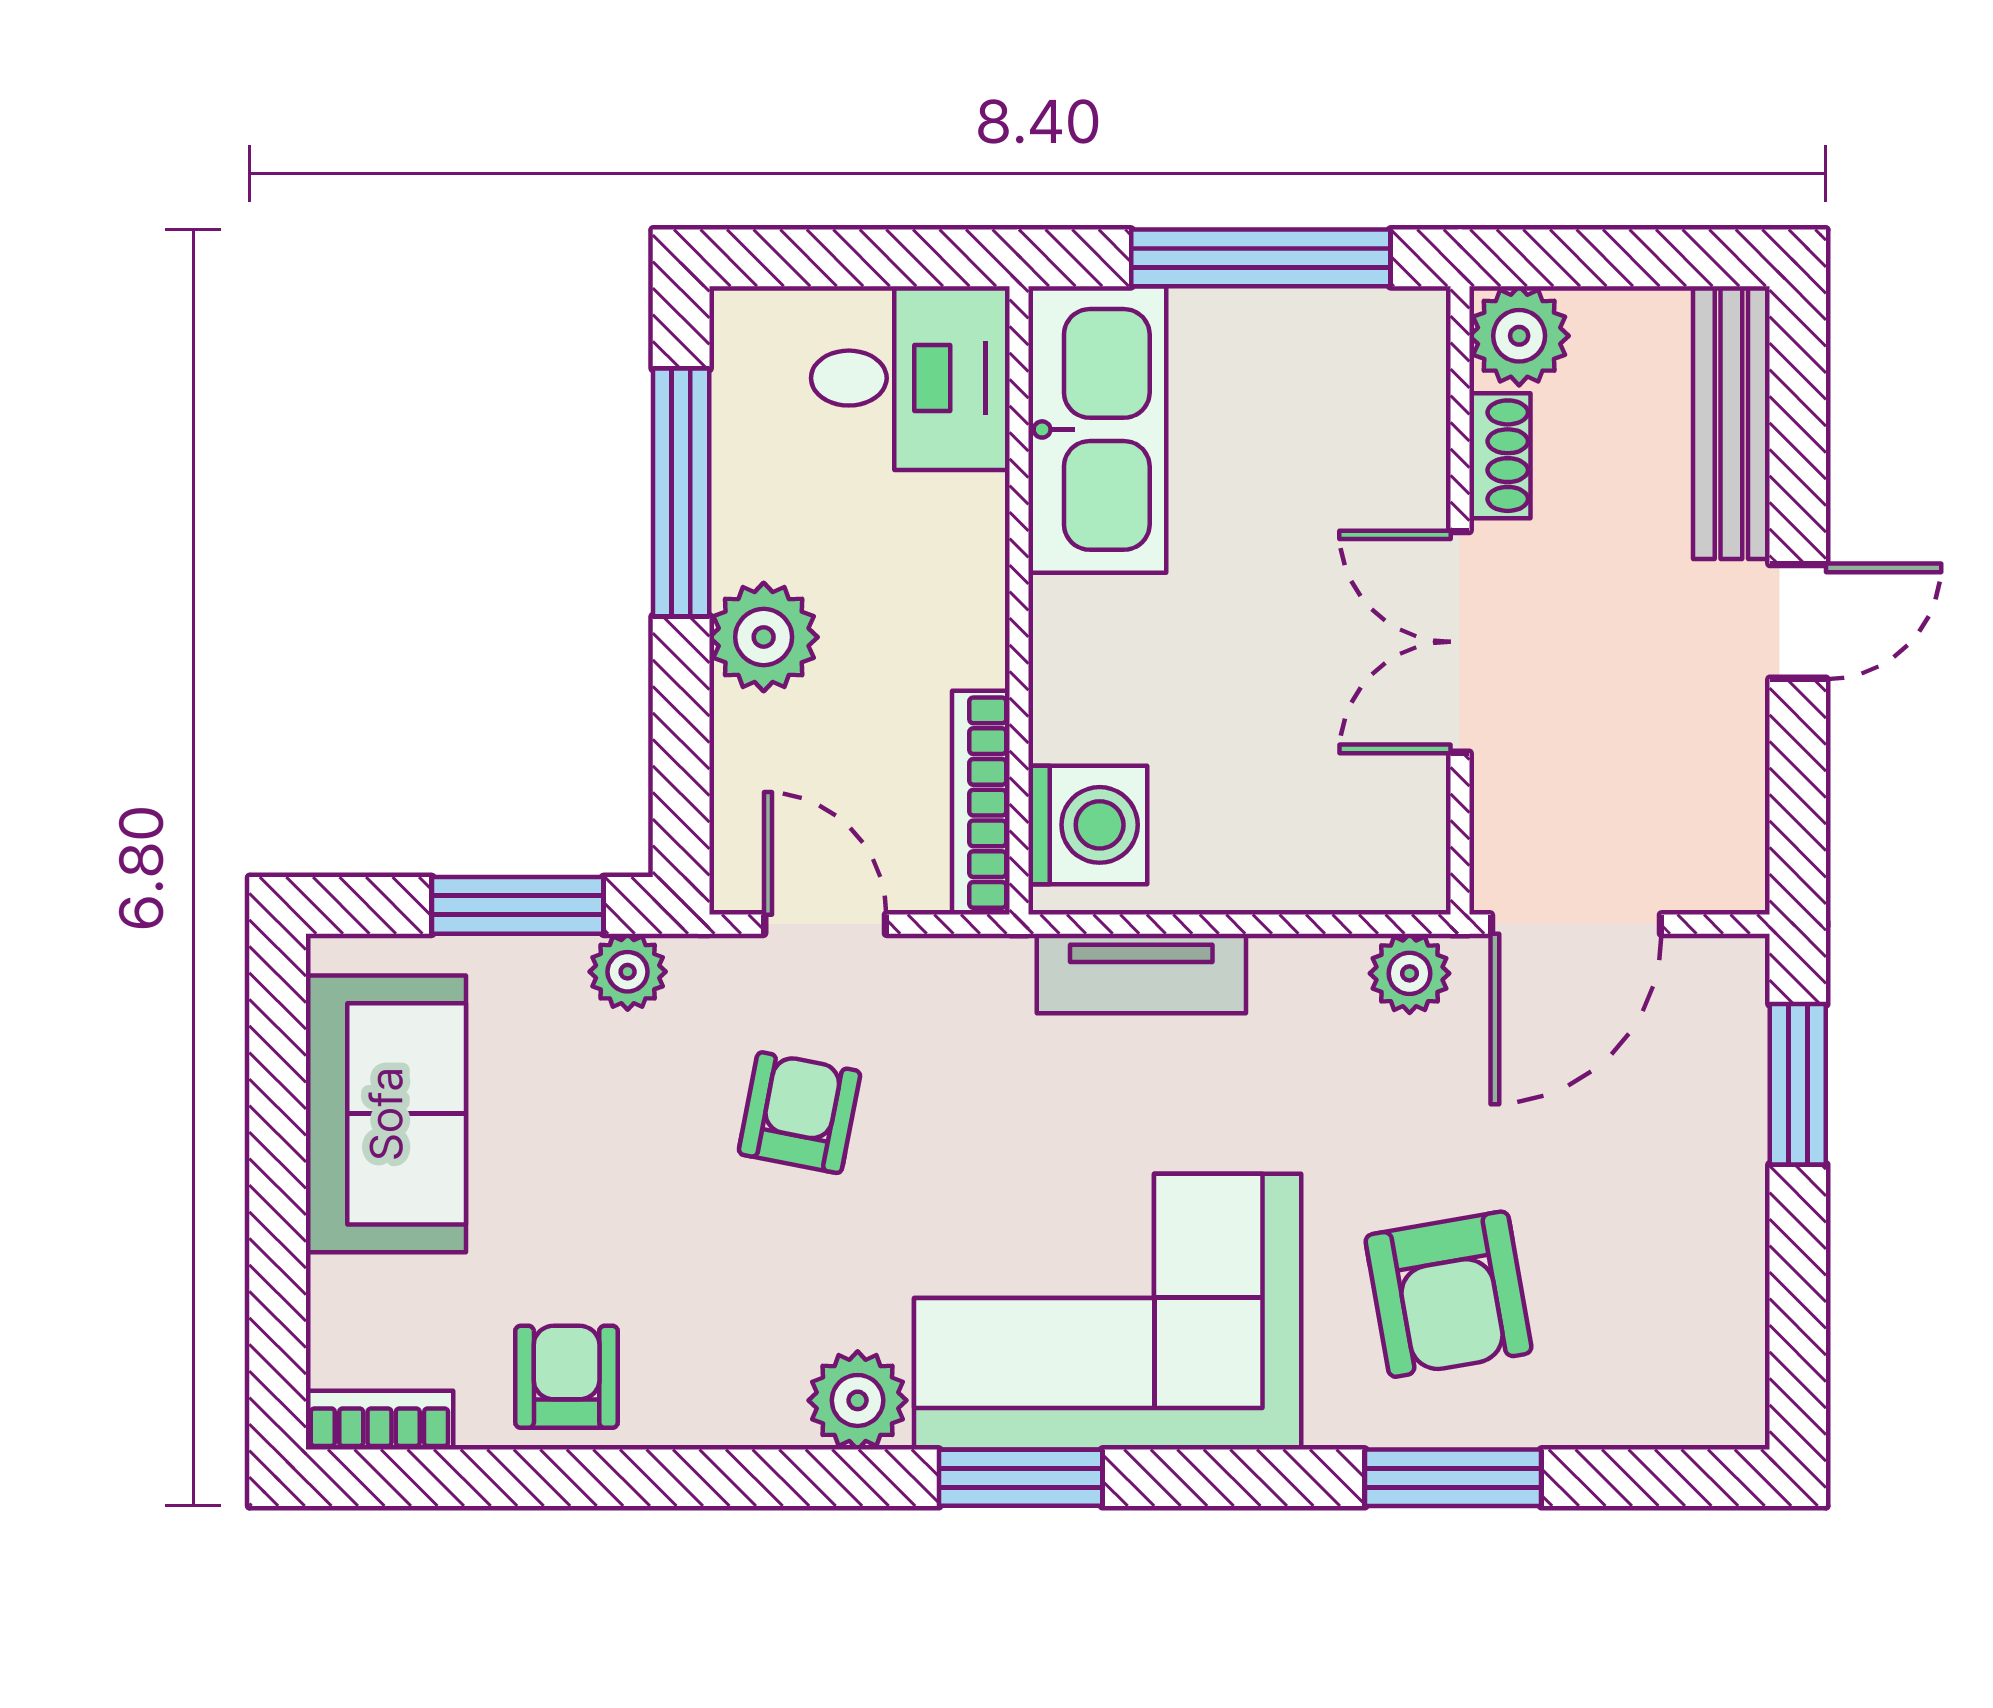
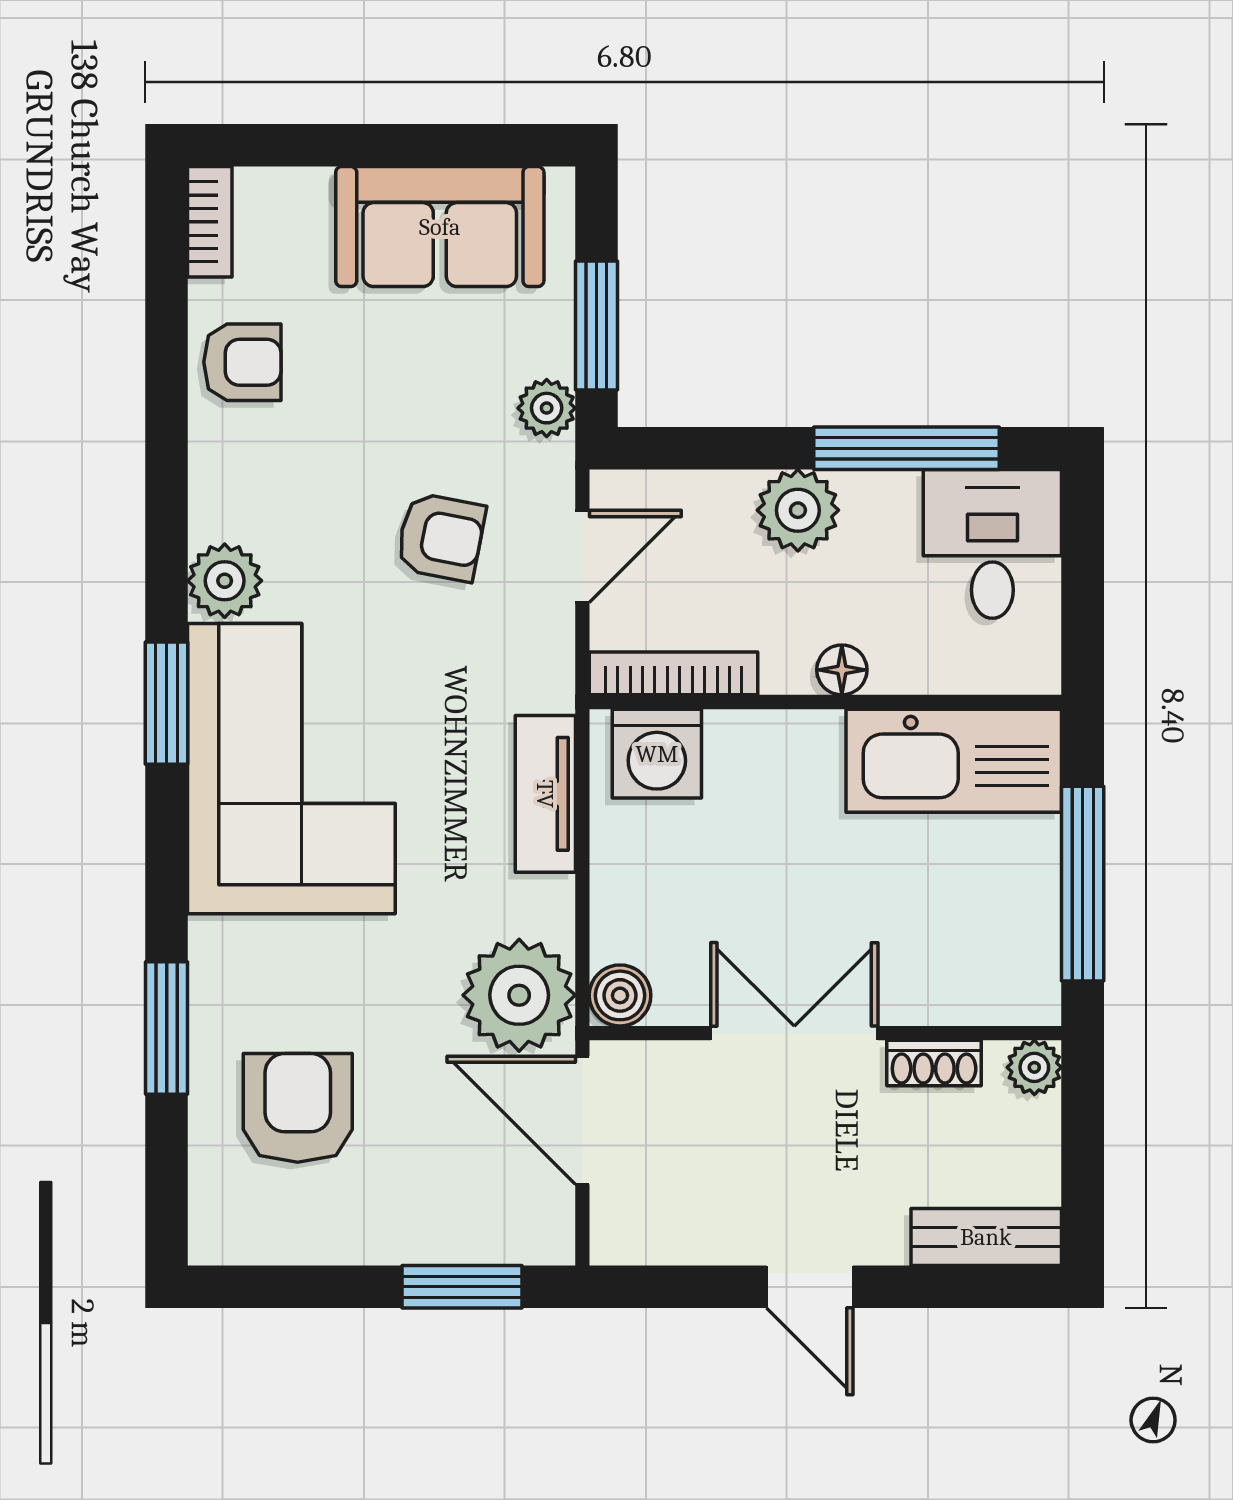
plant: (1519, 336) -> (1034, 1067), width x0.73, depth x0.73
desk: (910, 378) -> (992, 544), moved, turned 180
bench: (1731, 423) -> (986, 1237), width x0.73
floor lamp: (976, 579) -> (842, 670), added
boiler: (1410, 874) -> (620, 995), added
plant: (1410, 973) -> (519, 995), width x1.88, depth x1.88
armchair: (1448, 1294) -> (298, 1108), moved, turned 100

